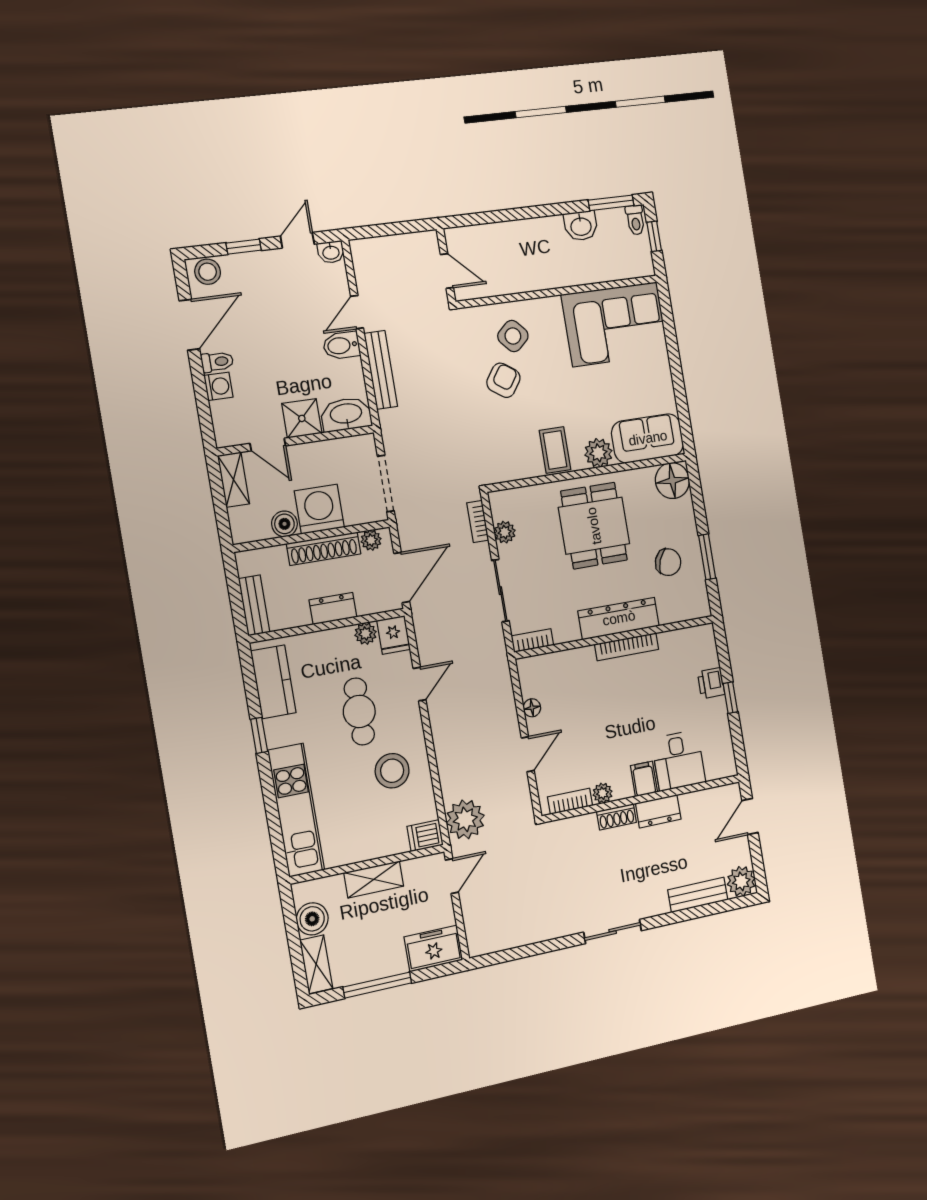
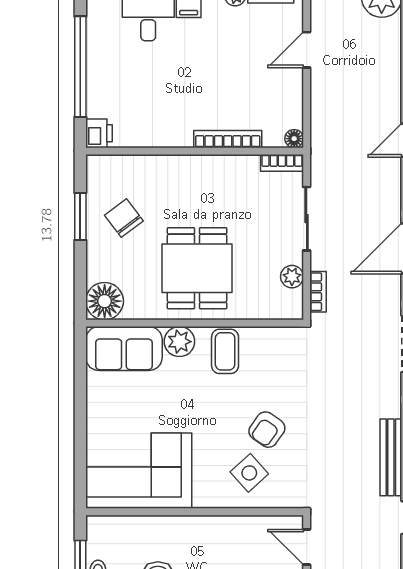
chair: (668, 562) -> (124, 218), turned 31
dresser: (619, 618) -> (187, 169), removed
bookcase: (627, 647) -> (228, 139), moved
printer: (711, 683) -> (99, 133), moved
window: (730, 698) -> (80, 67), width x3.17
floor lamp: (532, 708) -> (294, 139), moved

